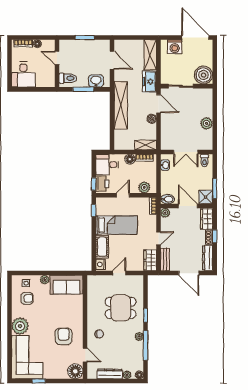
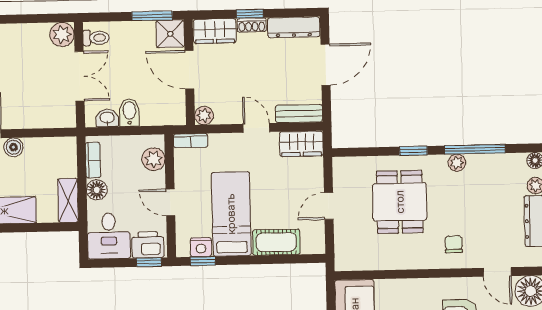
plant: (207, 123) -> (62, 35), moved
shelving: (146, 145) -> (68, 200), moved
bidet: (168, 199) -> (129, 112), moved
door: (188, 206) -> (189, 70), hinge flipped
nightstand: (101, 264) -> (201, 247), moved
door: (119, 273) -> (329, 206), hinge flipped
door: (85, 355) -> (497, 272), swing flipped

